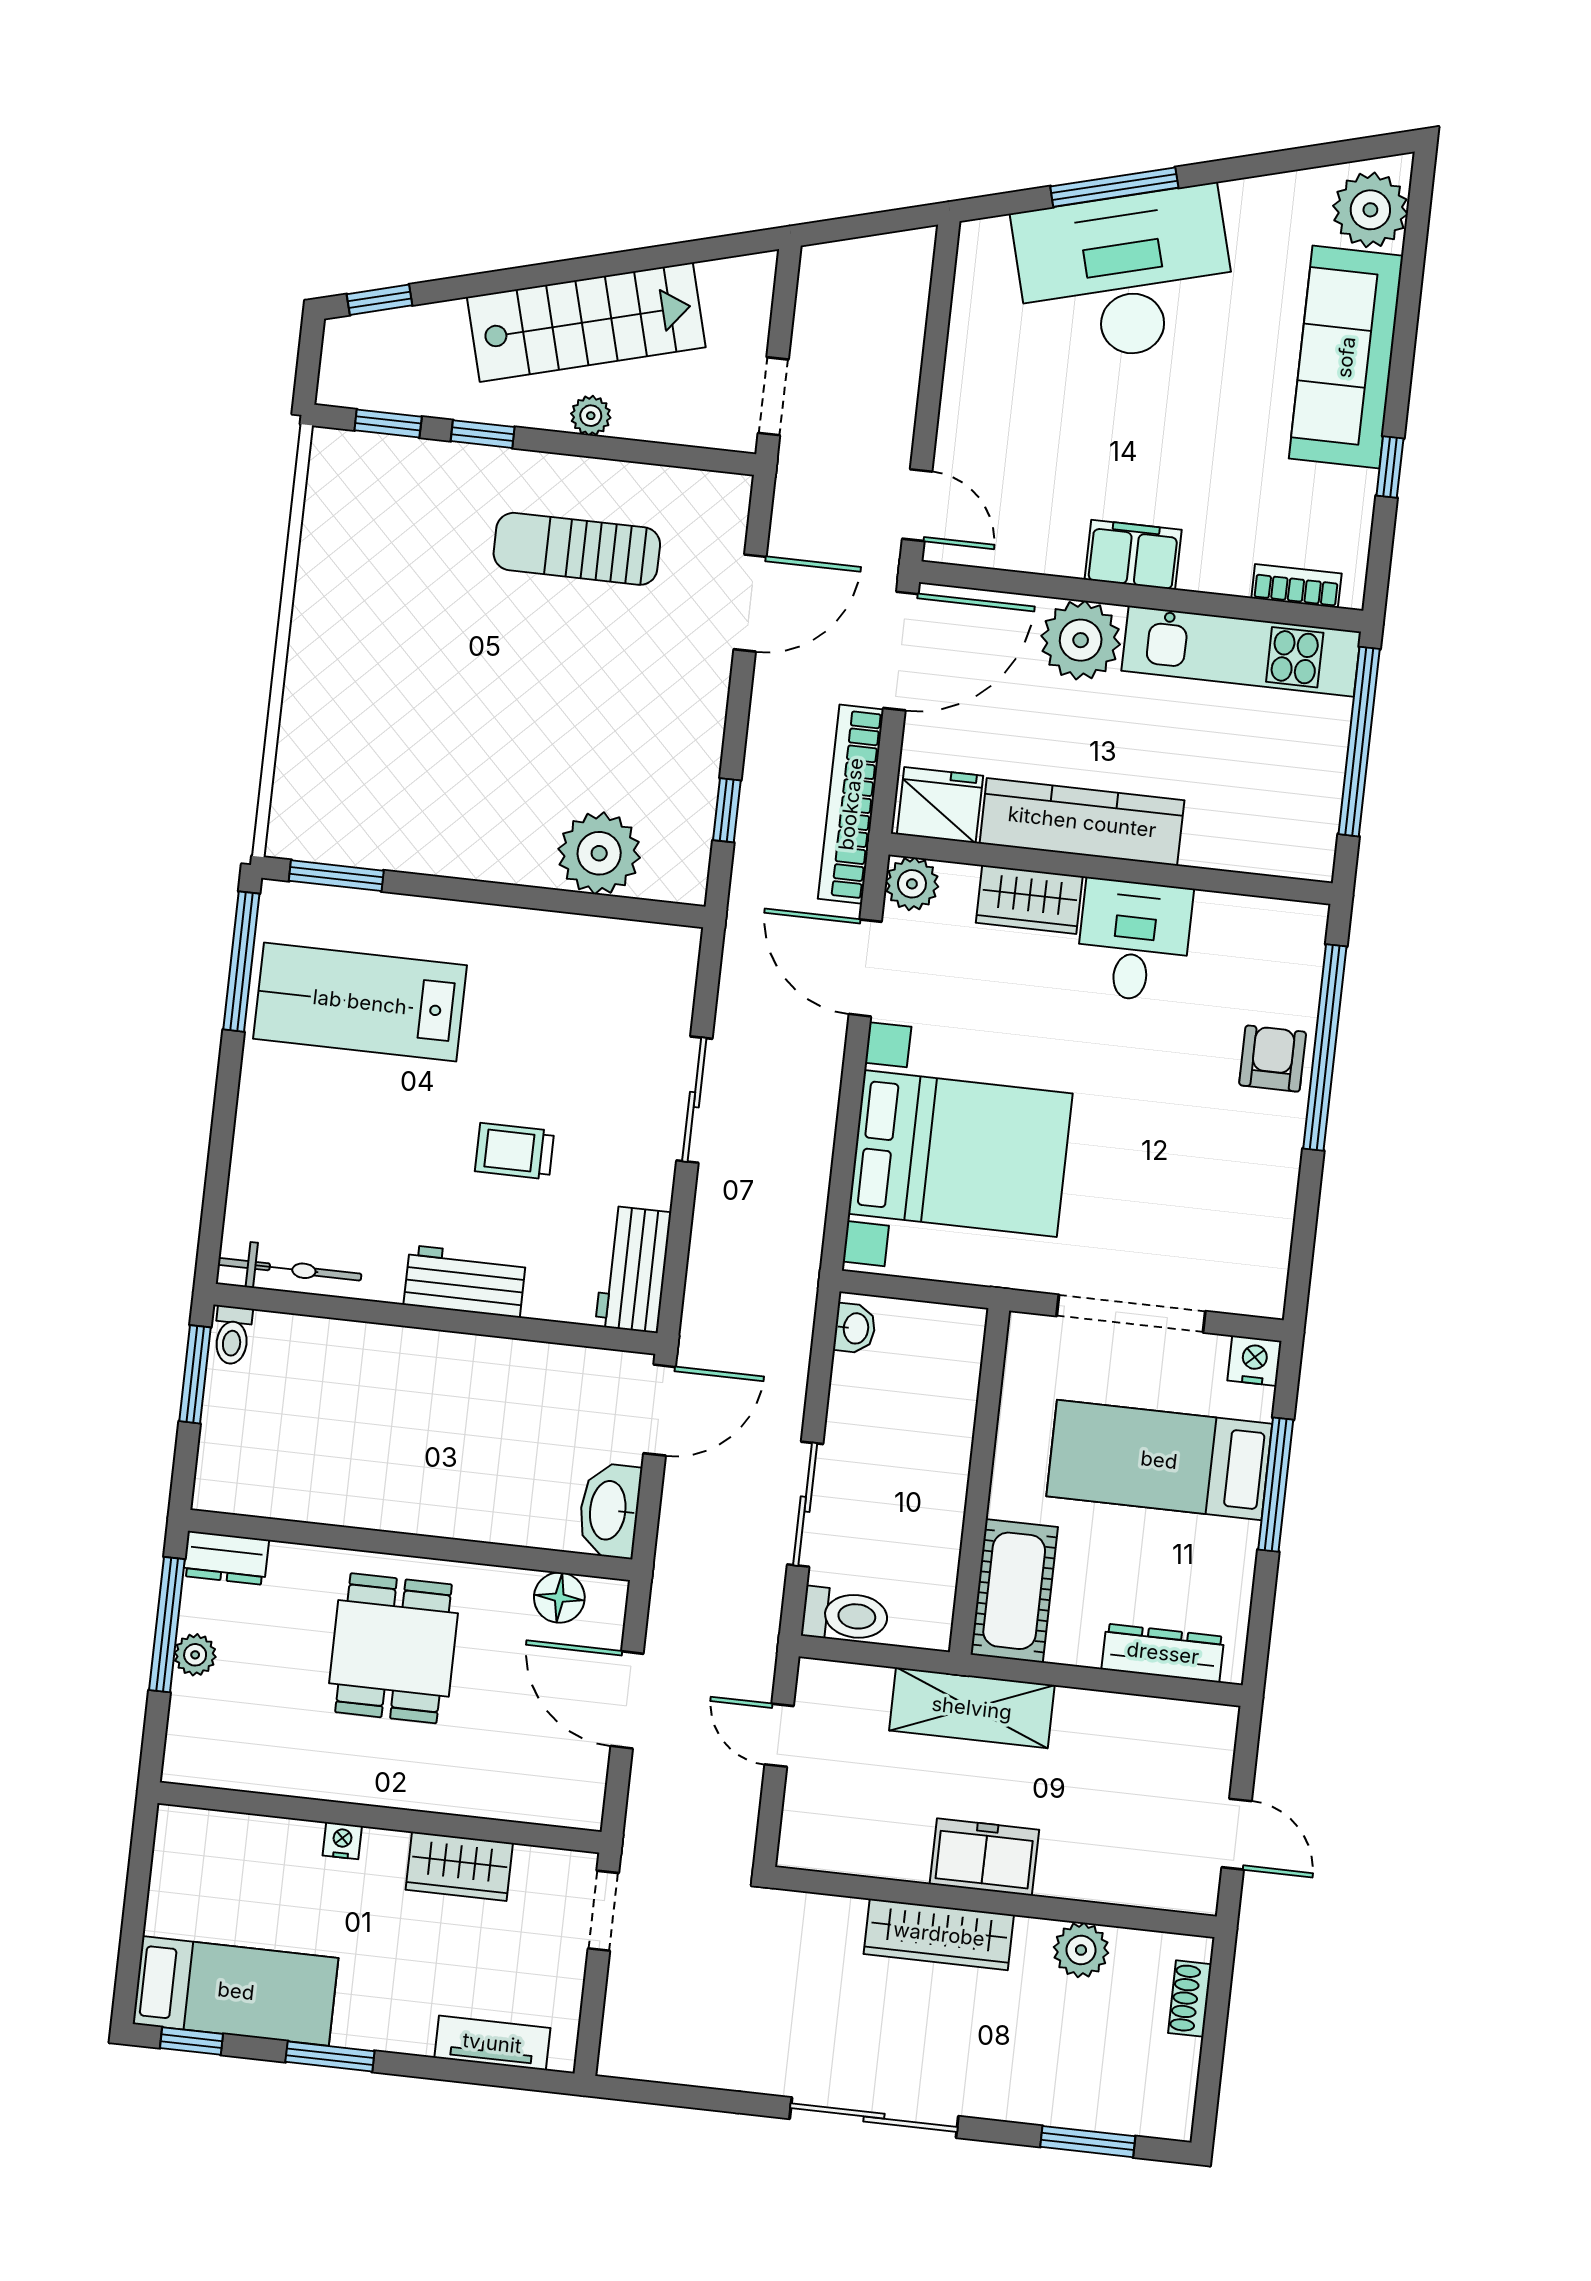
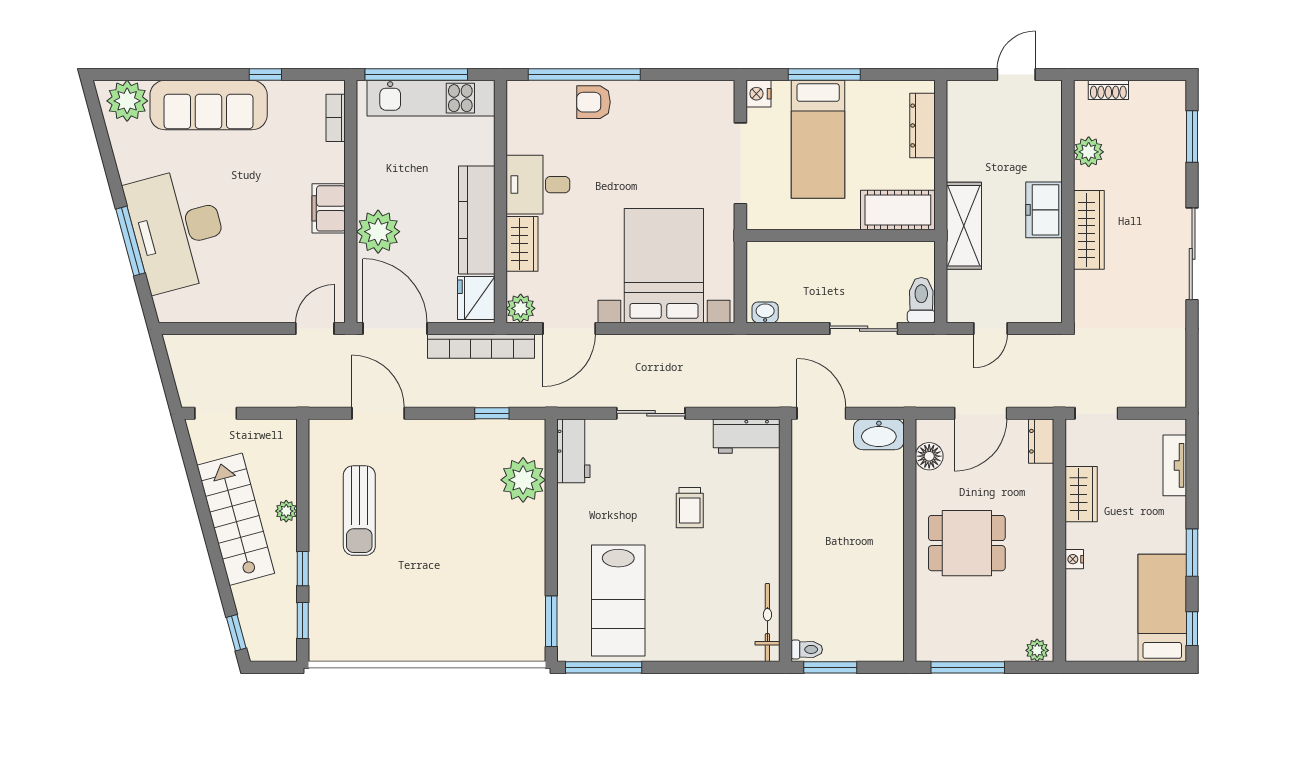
doorway: (773, 396) -> (216, 413), moved
kitchen unit: (1241, 651) -> (431, 98), moved, turned 90
workbench: (465, 1281) -> (573, 451), moved, turned 180
dresser: (226, 1558) -> (1041, 441), moved, turned 180
plant: (195, 1655) -> (1037, 650), moved

